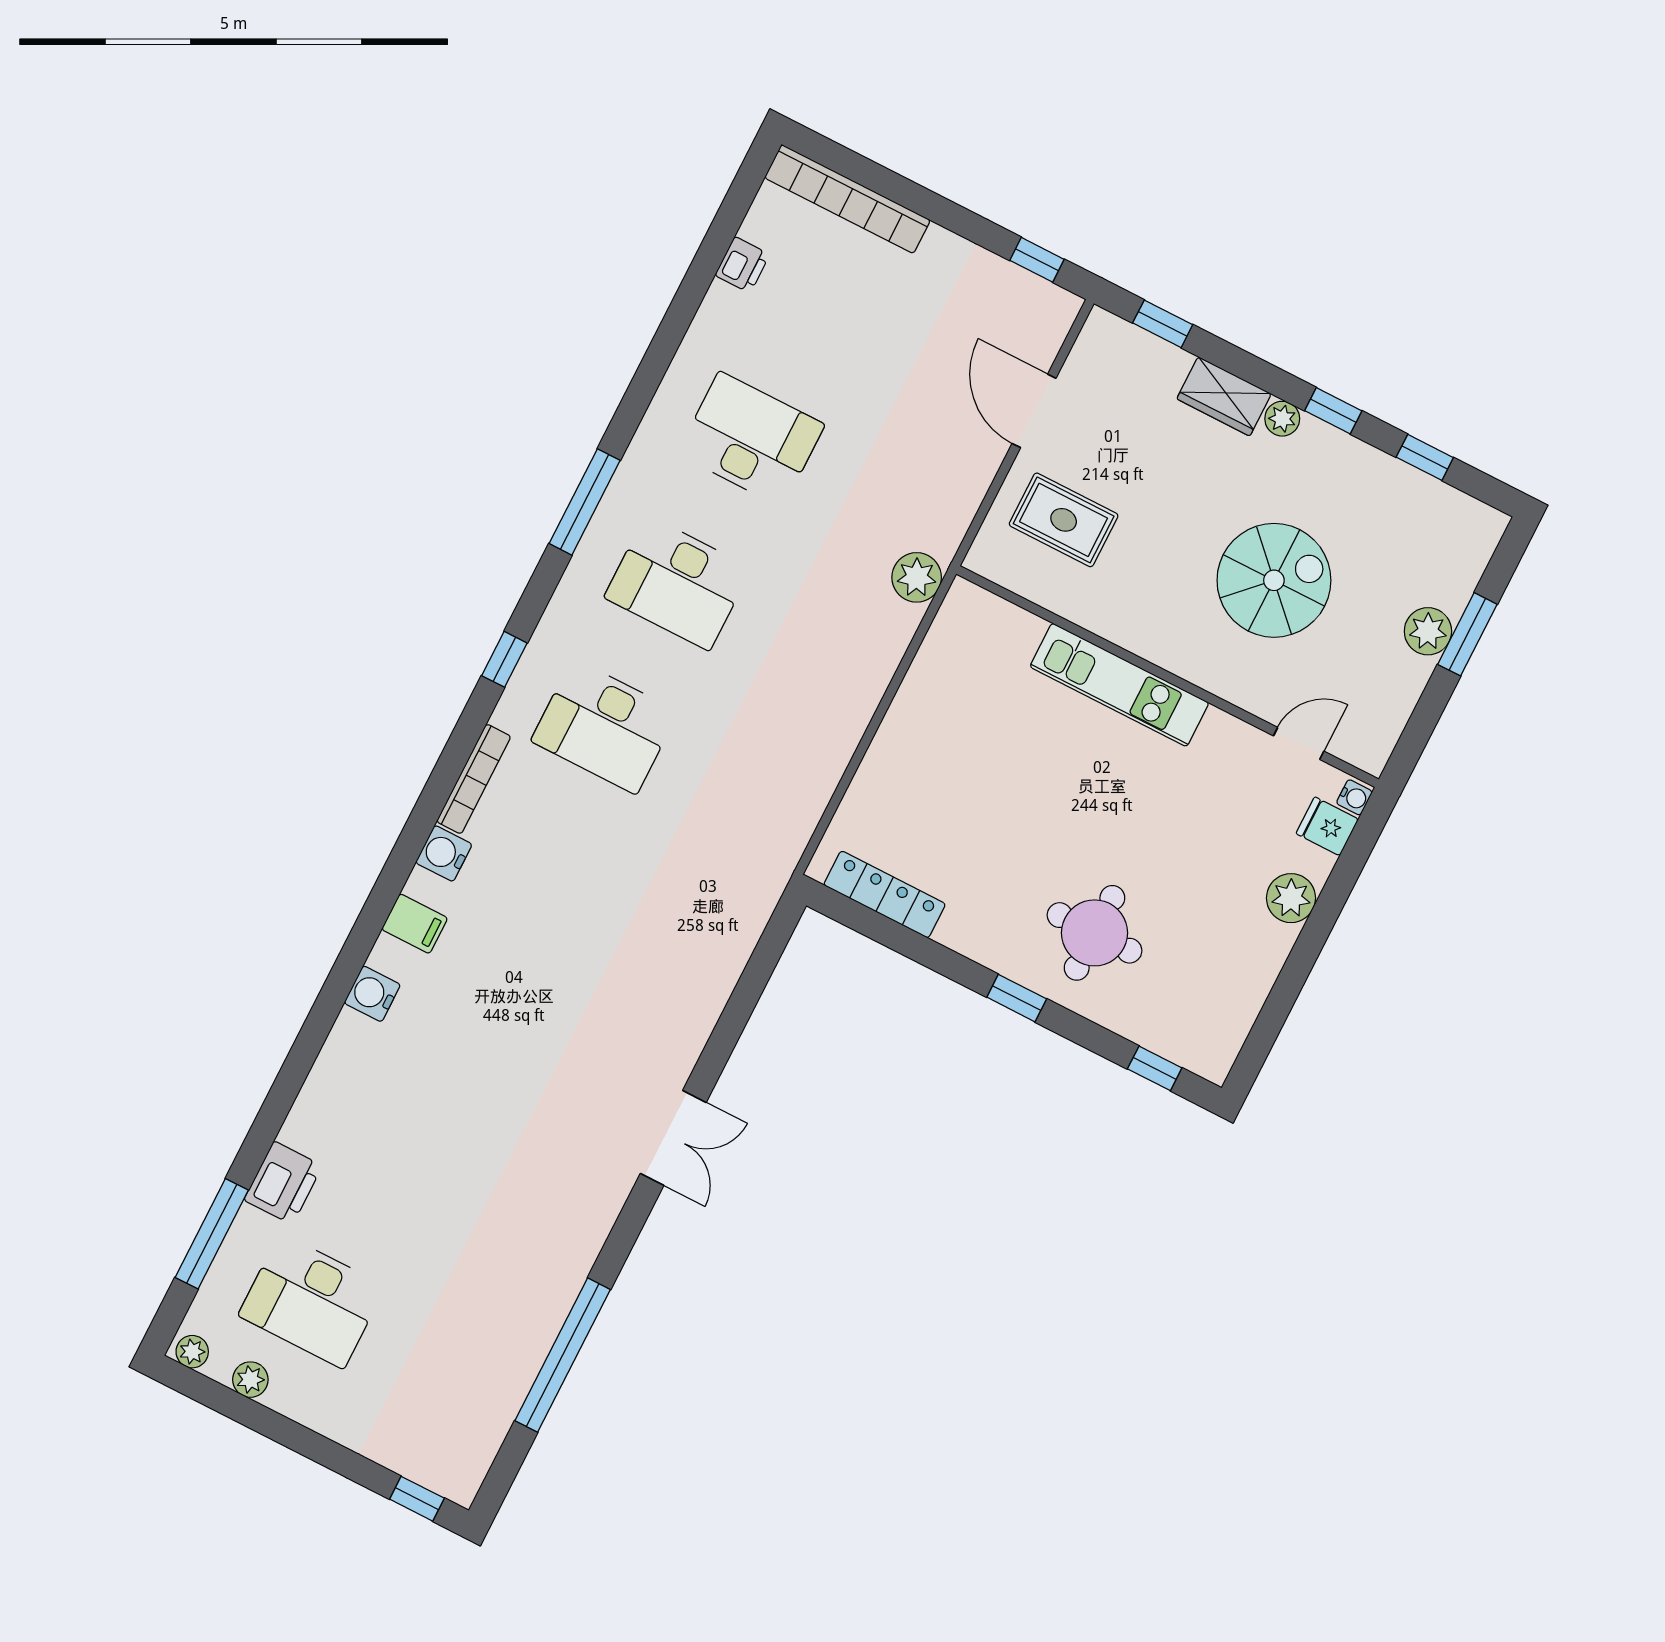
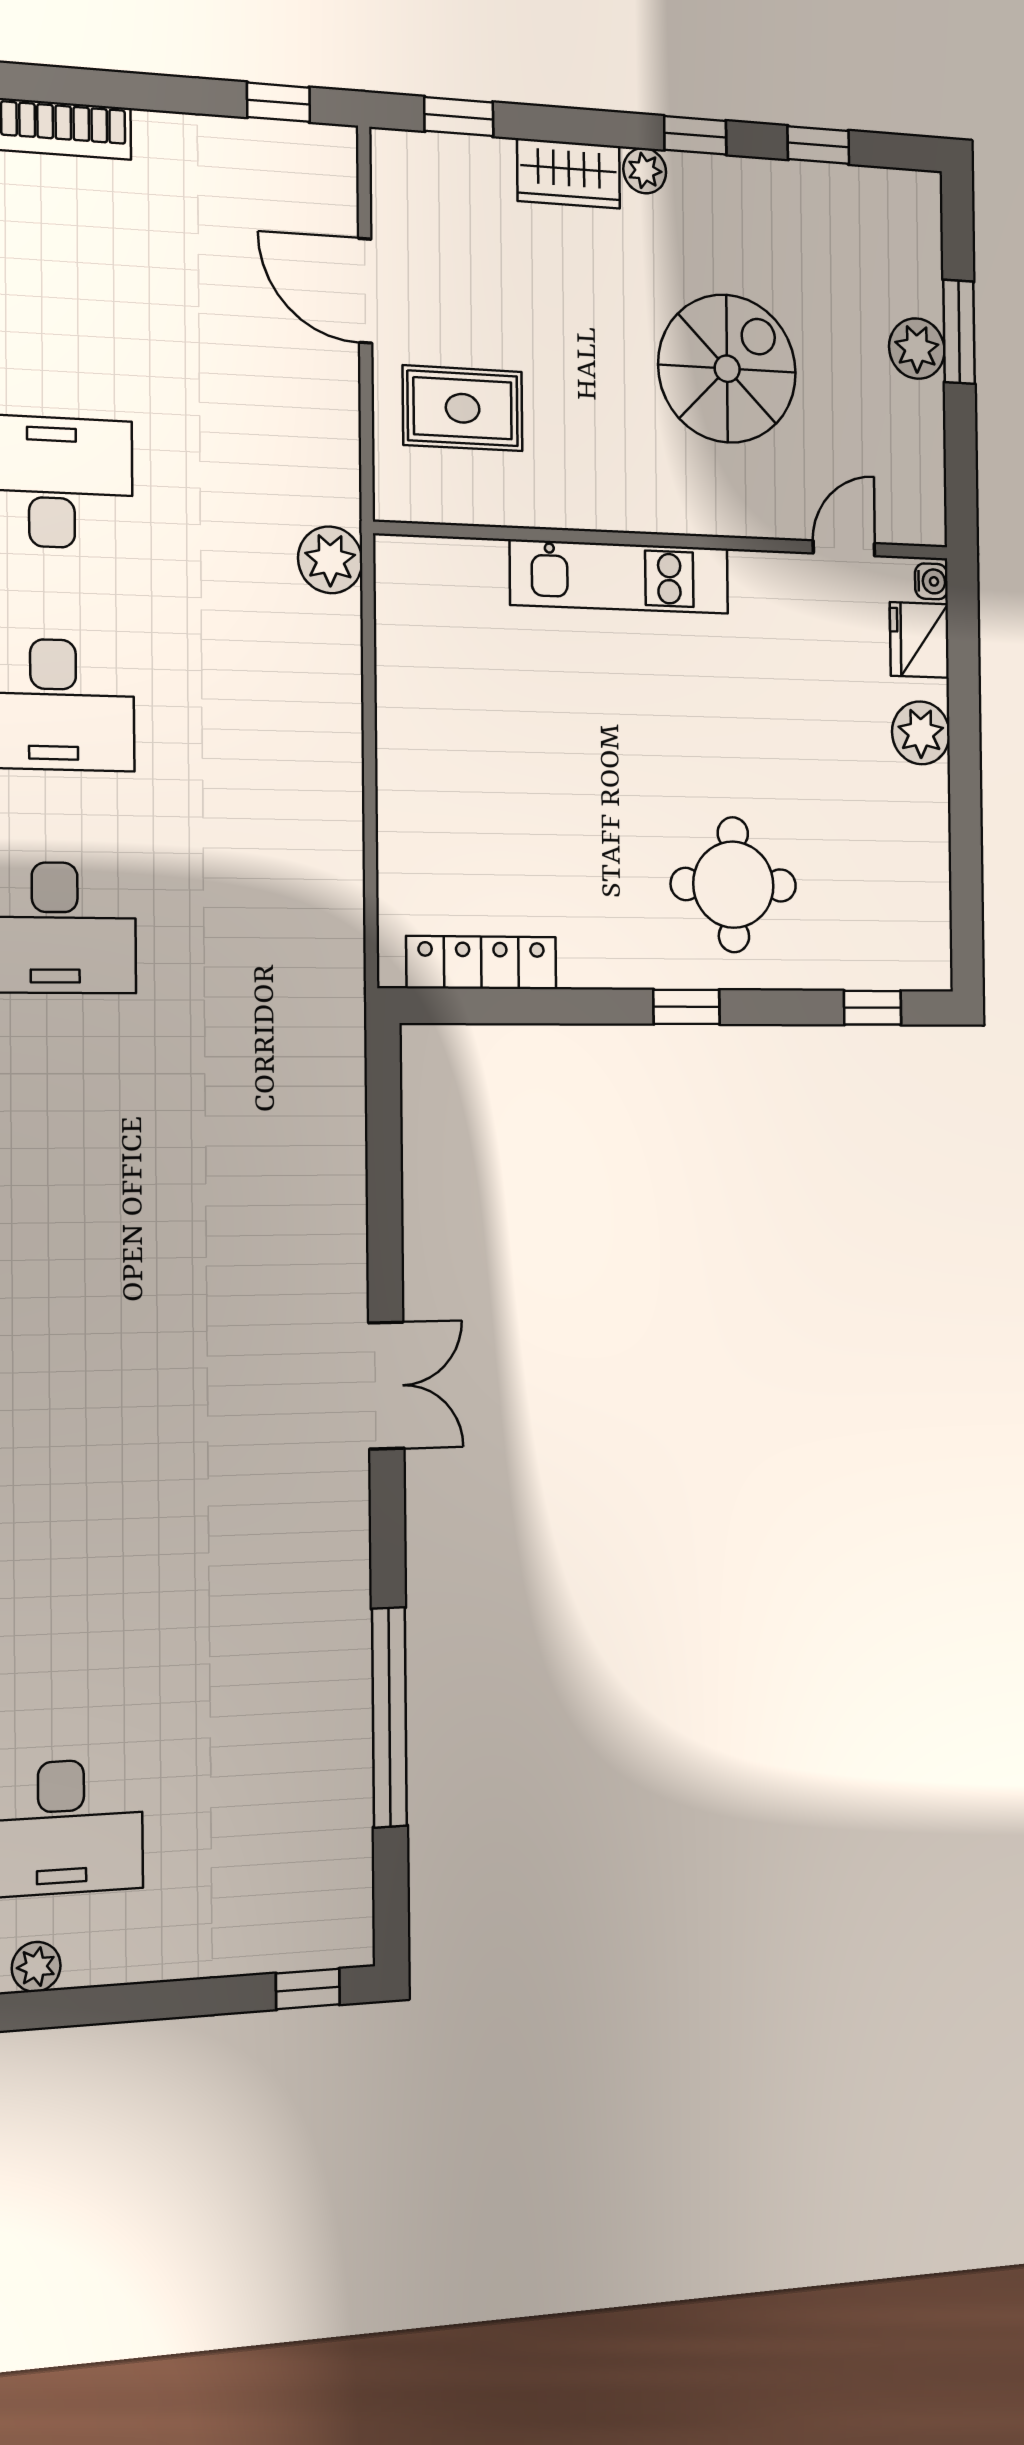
fridge: (1327, 826) -> (919, 640), width x1.38

